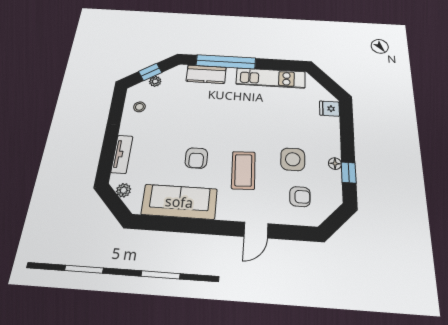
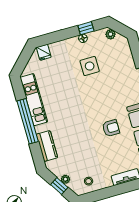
window: (226, 62) -> (28, 121), moved
coffee table: (243, 170) -> (108, 95), removed
armchair: (300, 197) -> (113, 54), removed
plant: (331, 204) -> (111, 34), added

